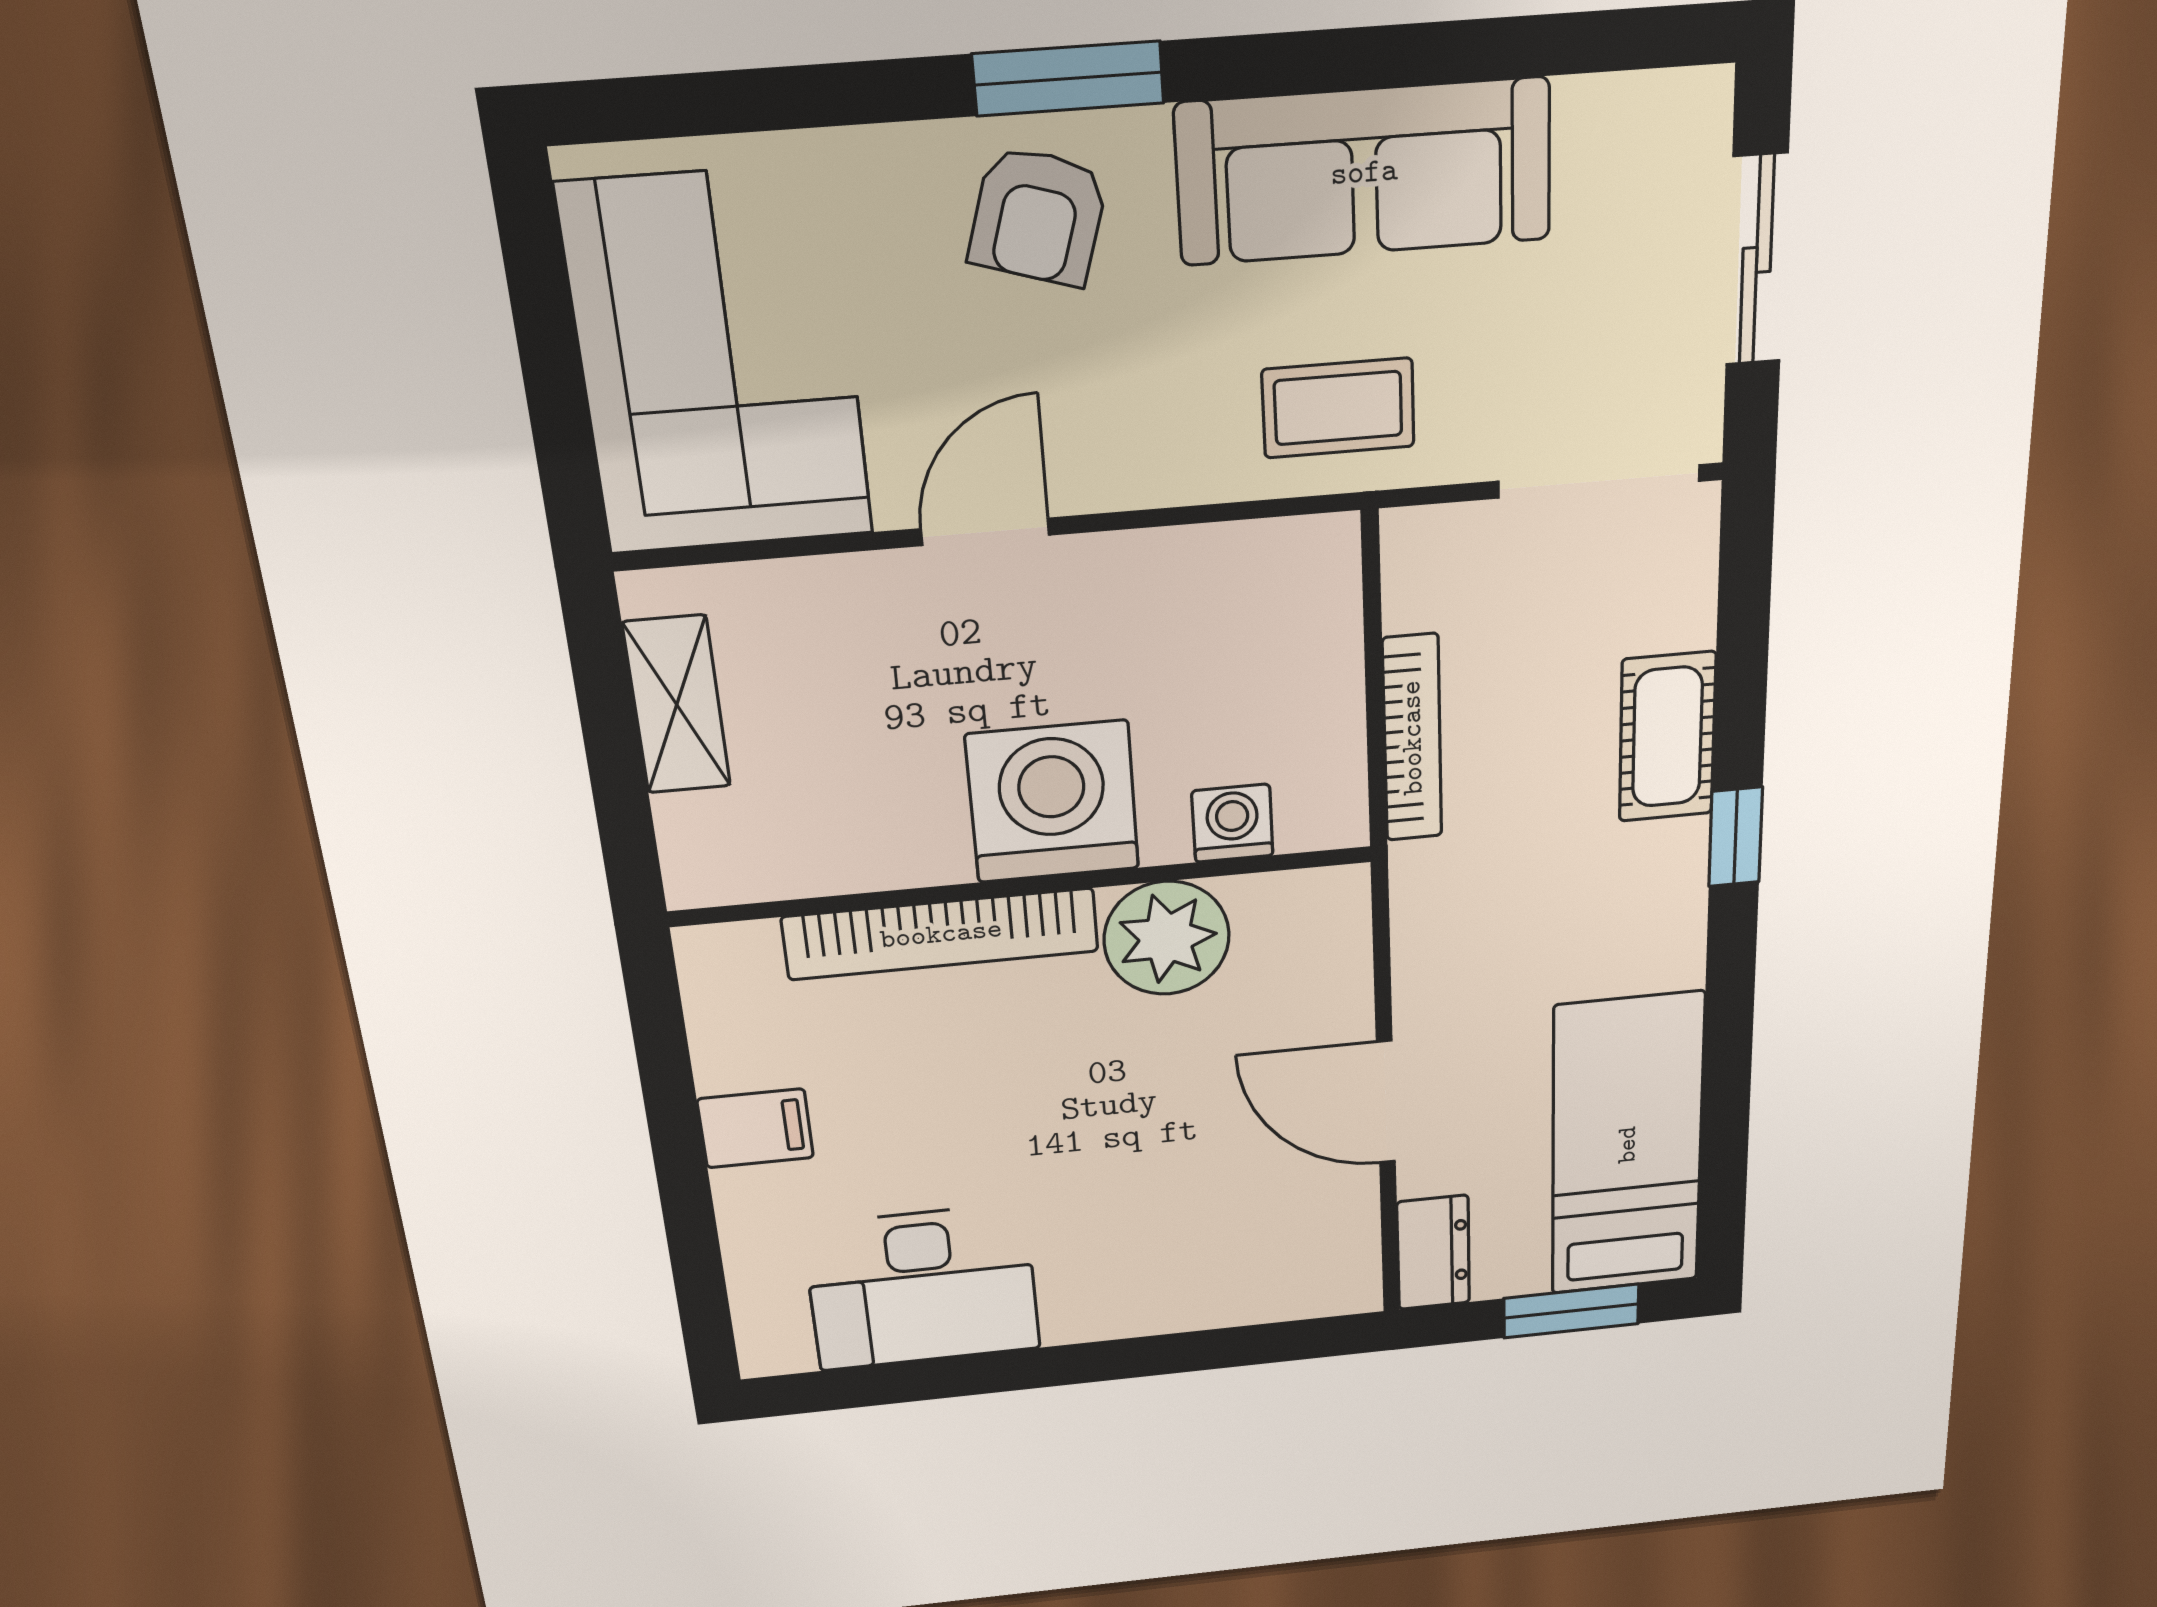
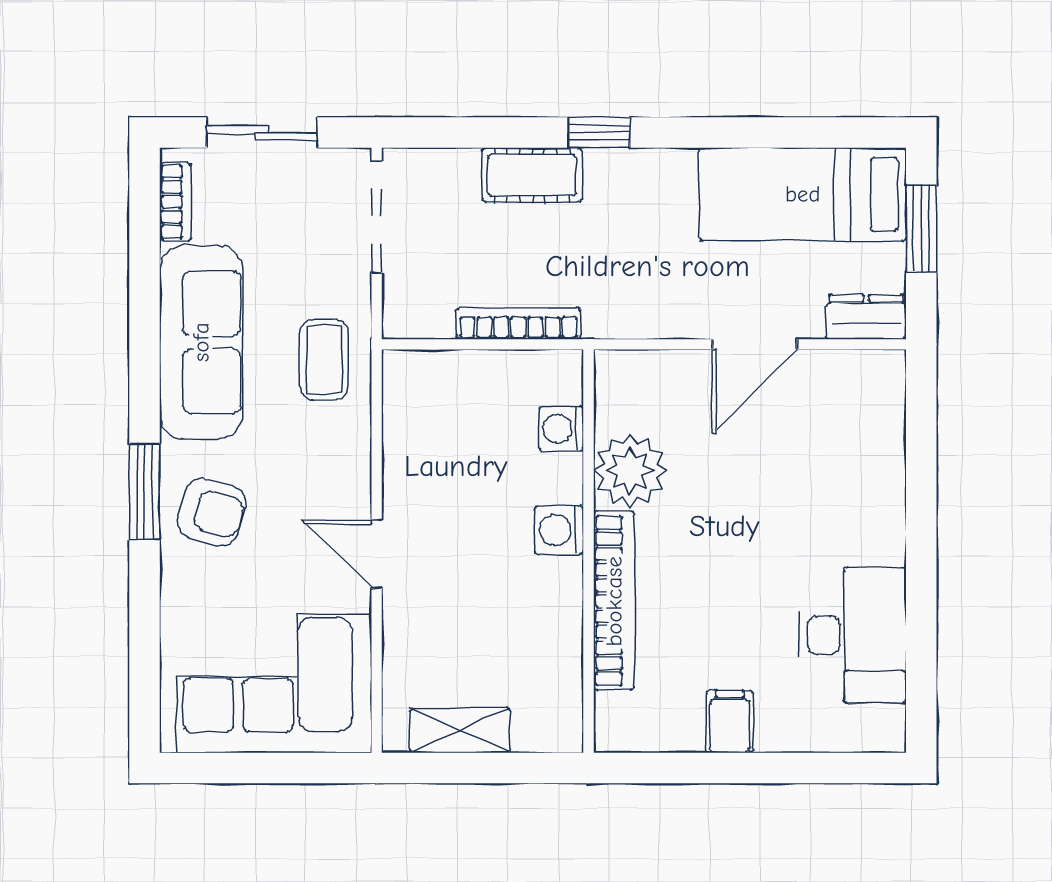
bookcase: (1632, 101) -> (175, 202), added
washing machine: (1053, 802) -> (559, 530), width x0.53, depth x0.53

